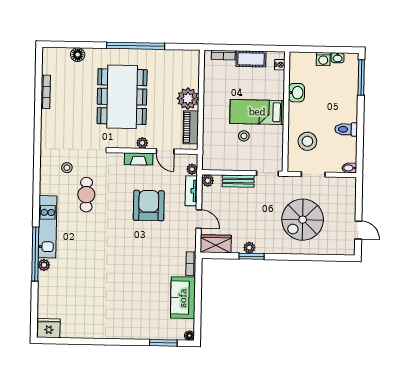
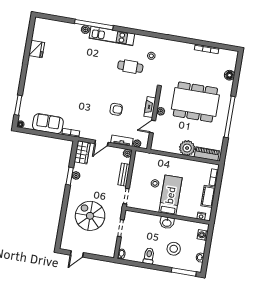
washing machine: (323, 59) -> (203, 235), moved
washbasin: (296, 93) -> (167, 223), moved
piano: (191, 127) -> (207, 154), moved
stool: (307, 141) -> (174, 249), moved
armchair: (149, 206) -> (116, 109), width x0.53, depth x0.53
fridge: (49, 328) -> (37, 49), moved

